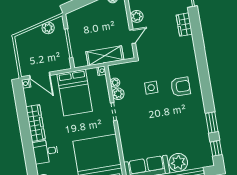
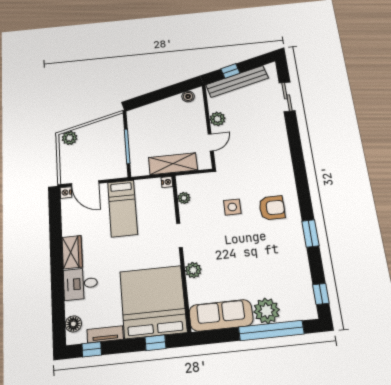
wardrobe: (184, 25) -> (279, 132), removed
plant: (48, 28) -> (70, 138), moved
bed: (75, 93) -> (122, 208), width x0.67
plant: (118, 94) -> (193, 270), moved
window: (212, 122) -> (310, 233), moved
wardrobe: (36, 123) -> (72, 252), width x0.67

